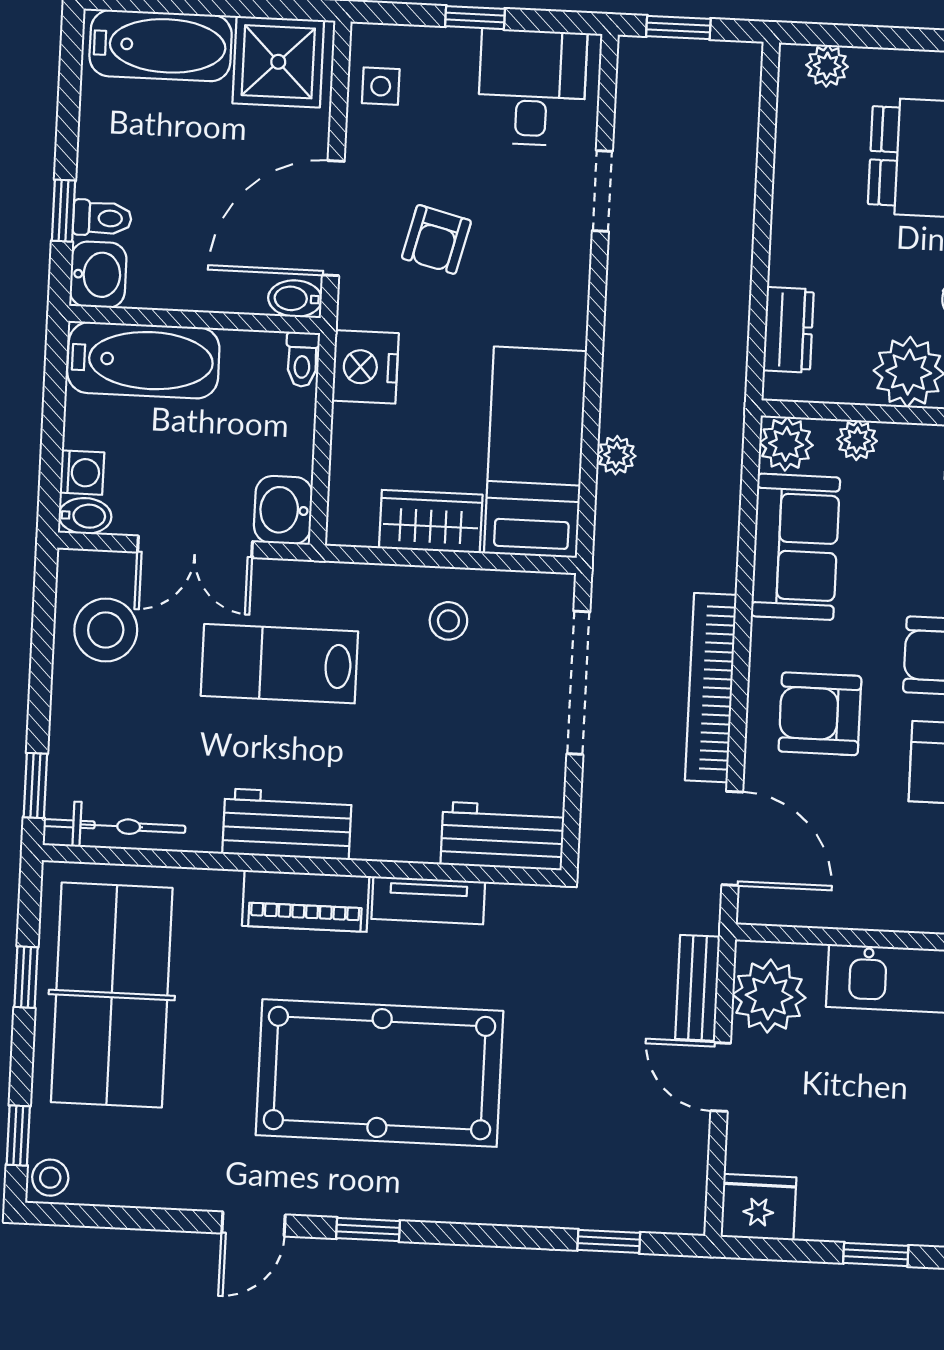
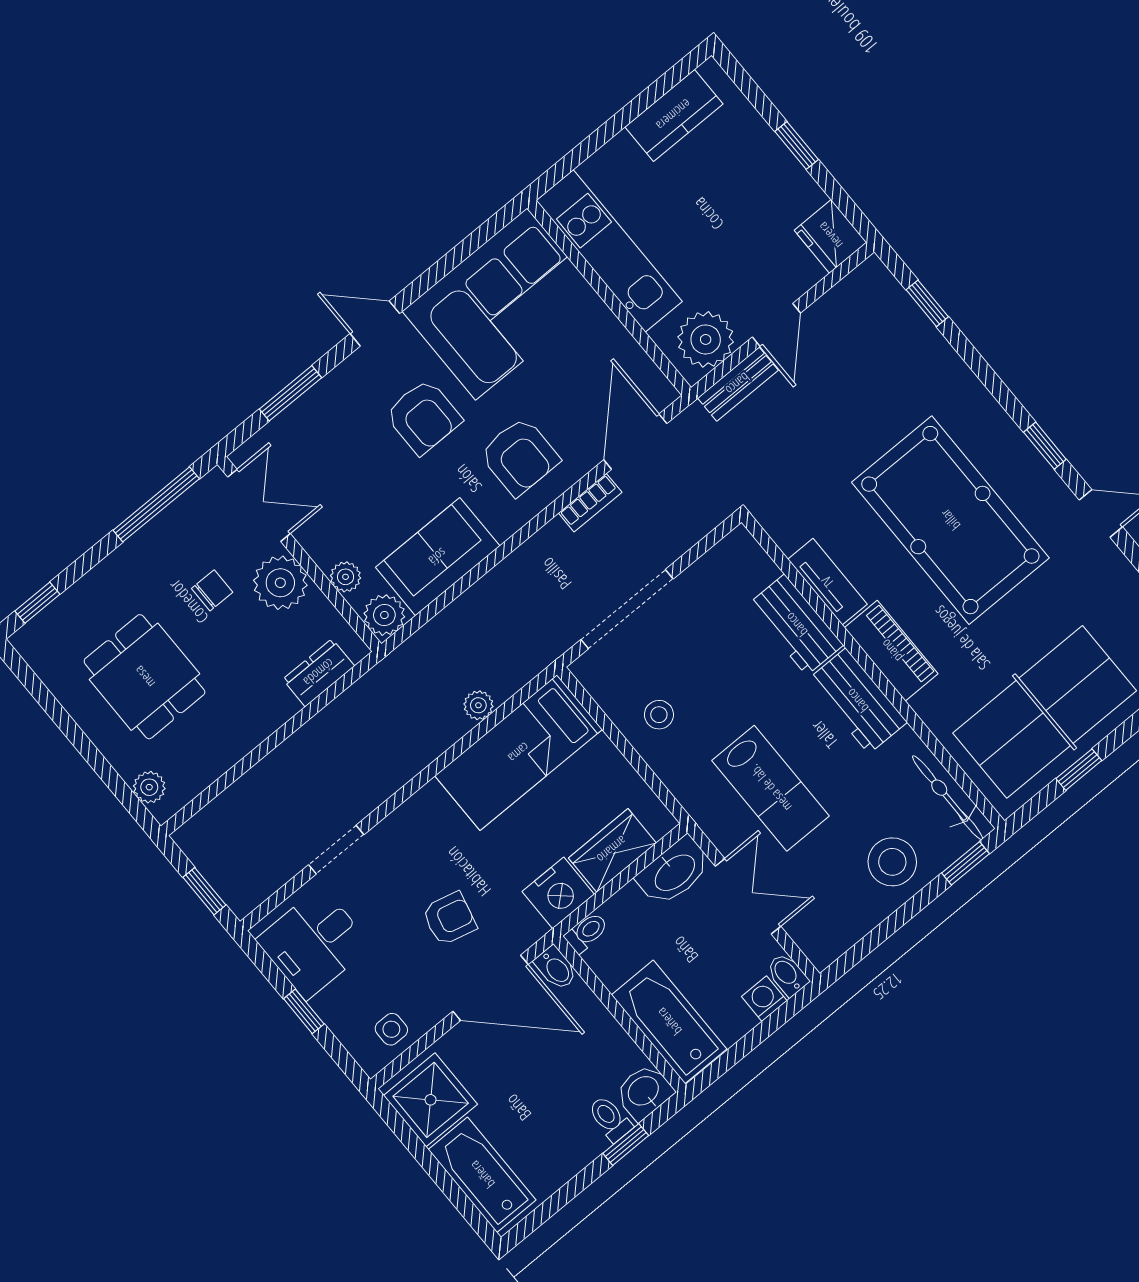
washbasin: (283, 510) -> (674, 872), width x1.38
wardrobe: (431, 521) -> (612, 850), moved, turned 90
stool: (106, 630) -> (892, 862), moved
bookcase: (711, 688) -> (590, 503), width x0.43, depth x0.76
workbench: (502, 836) -> (796, 625), moved

